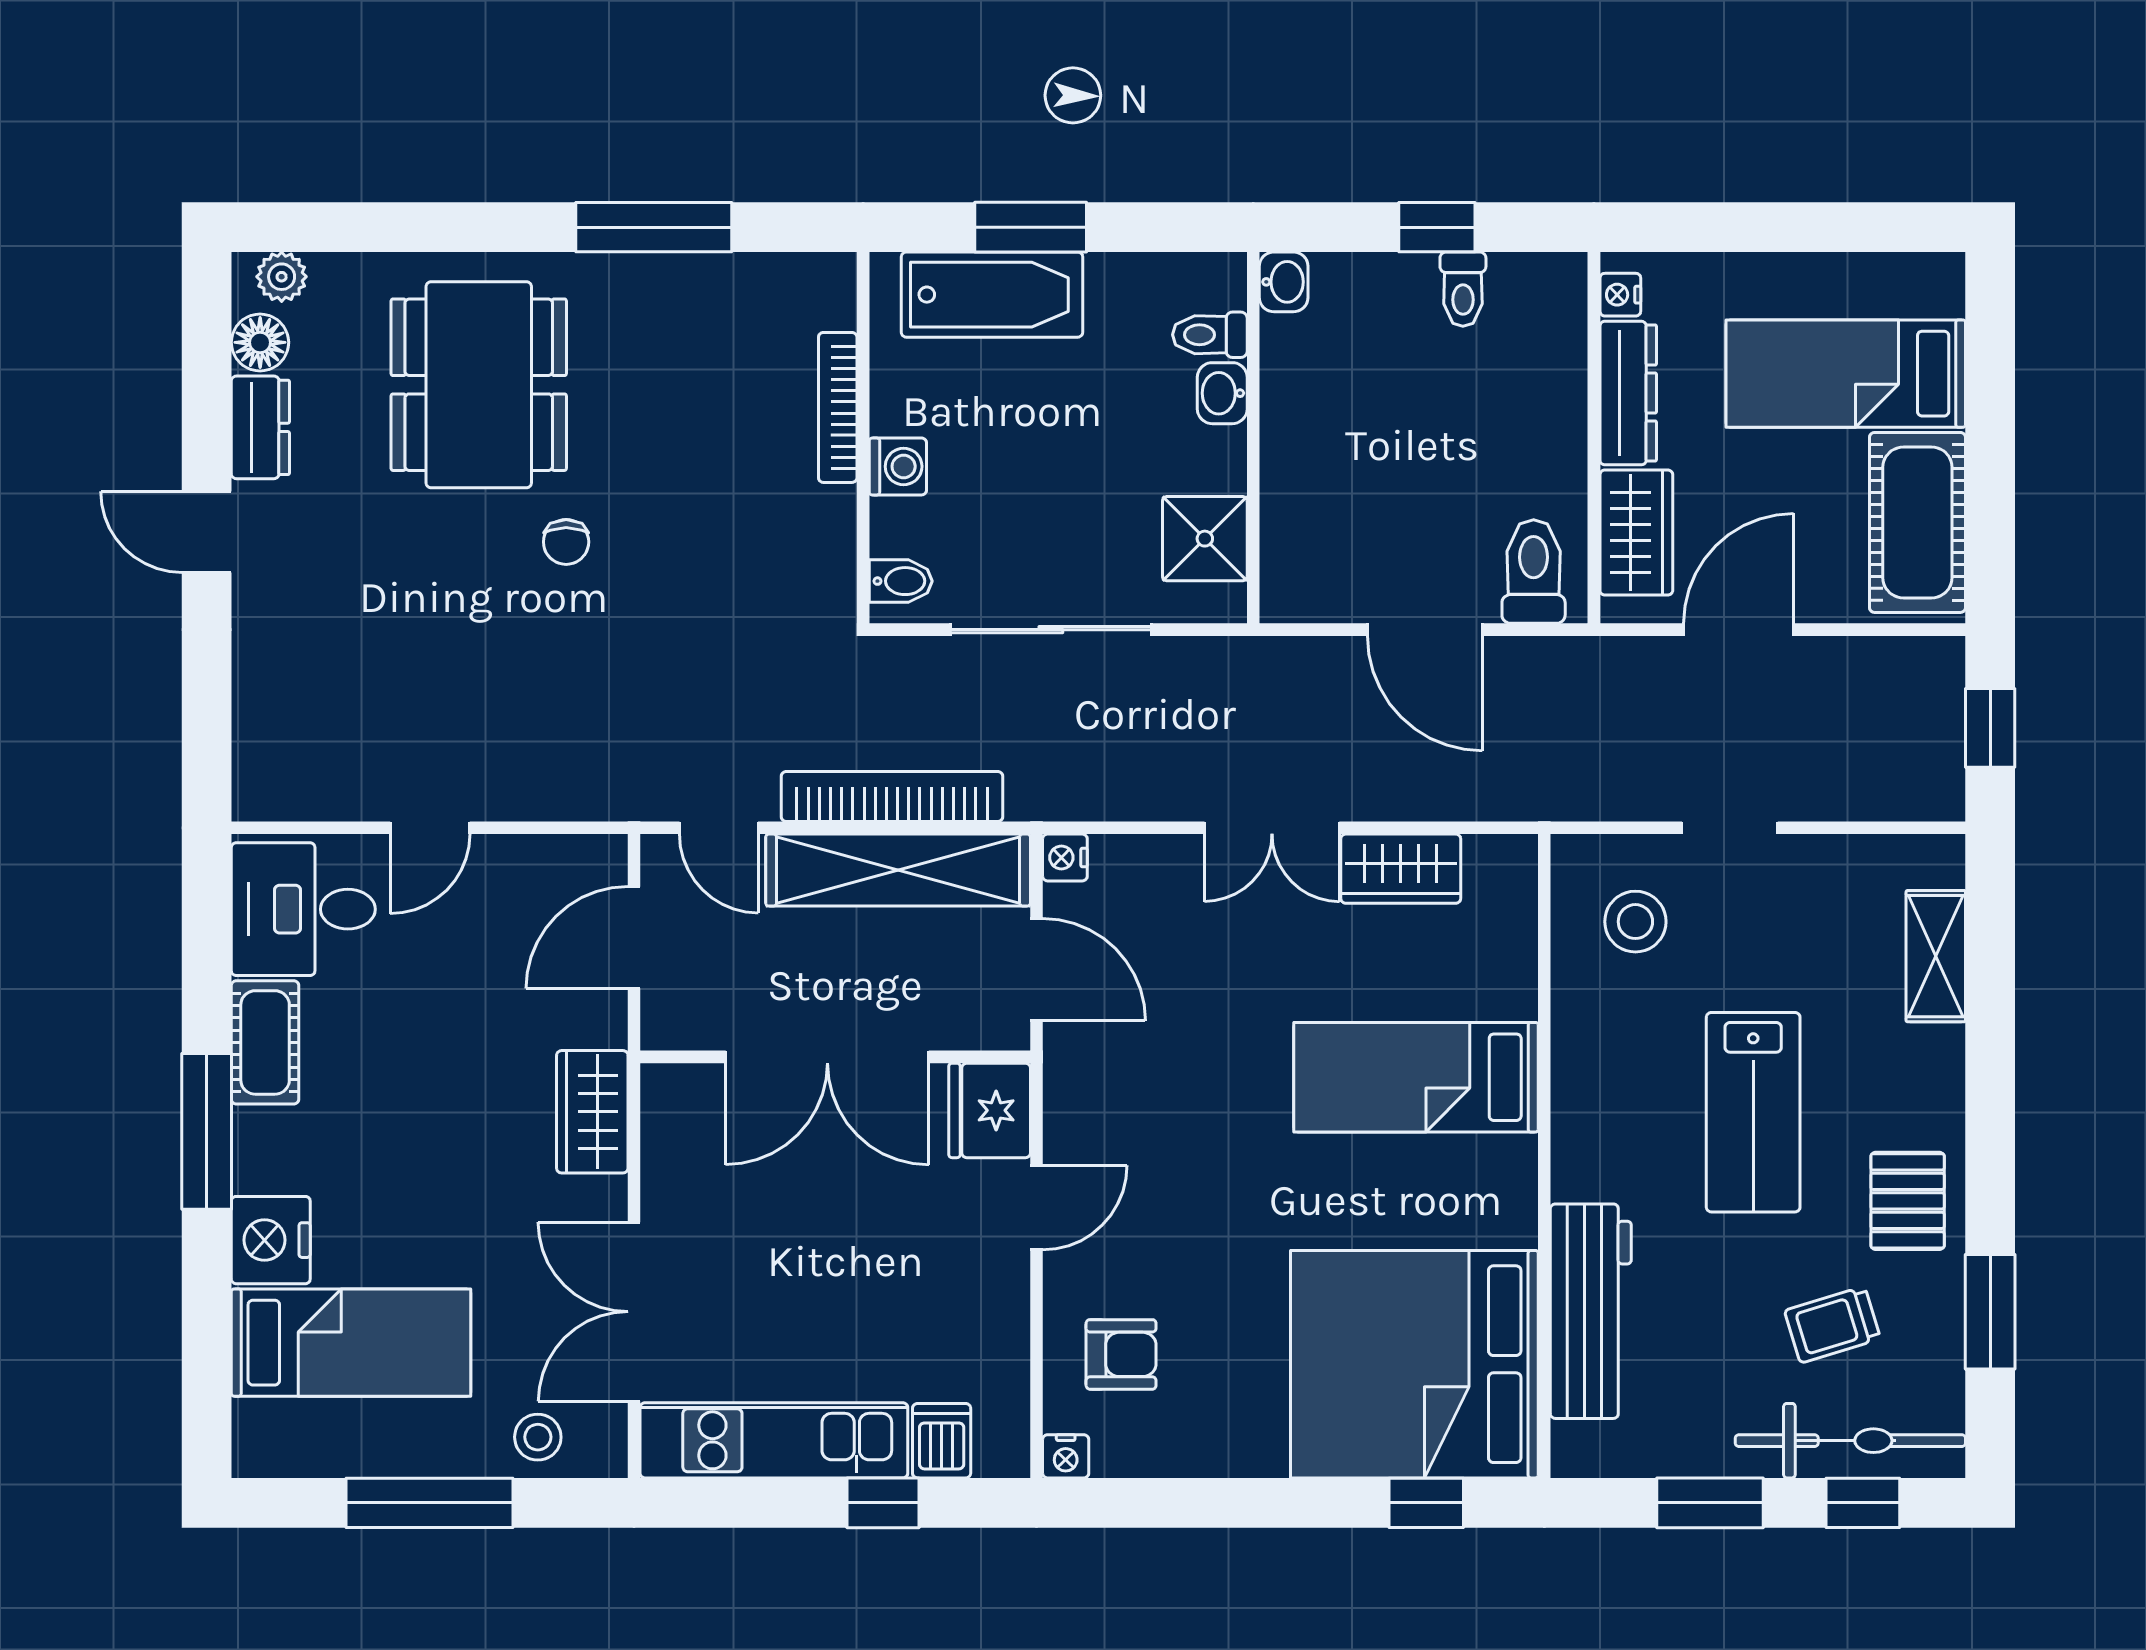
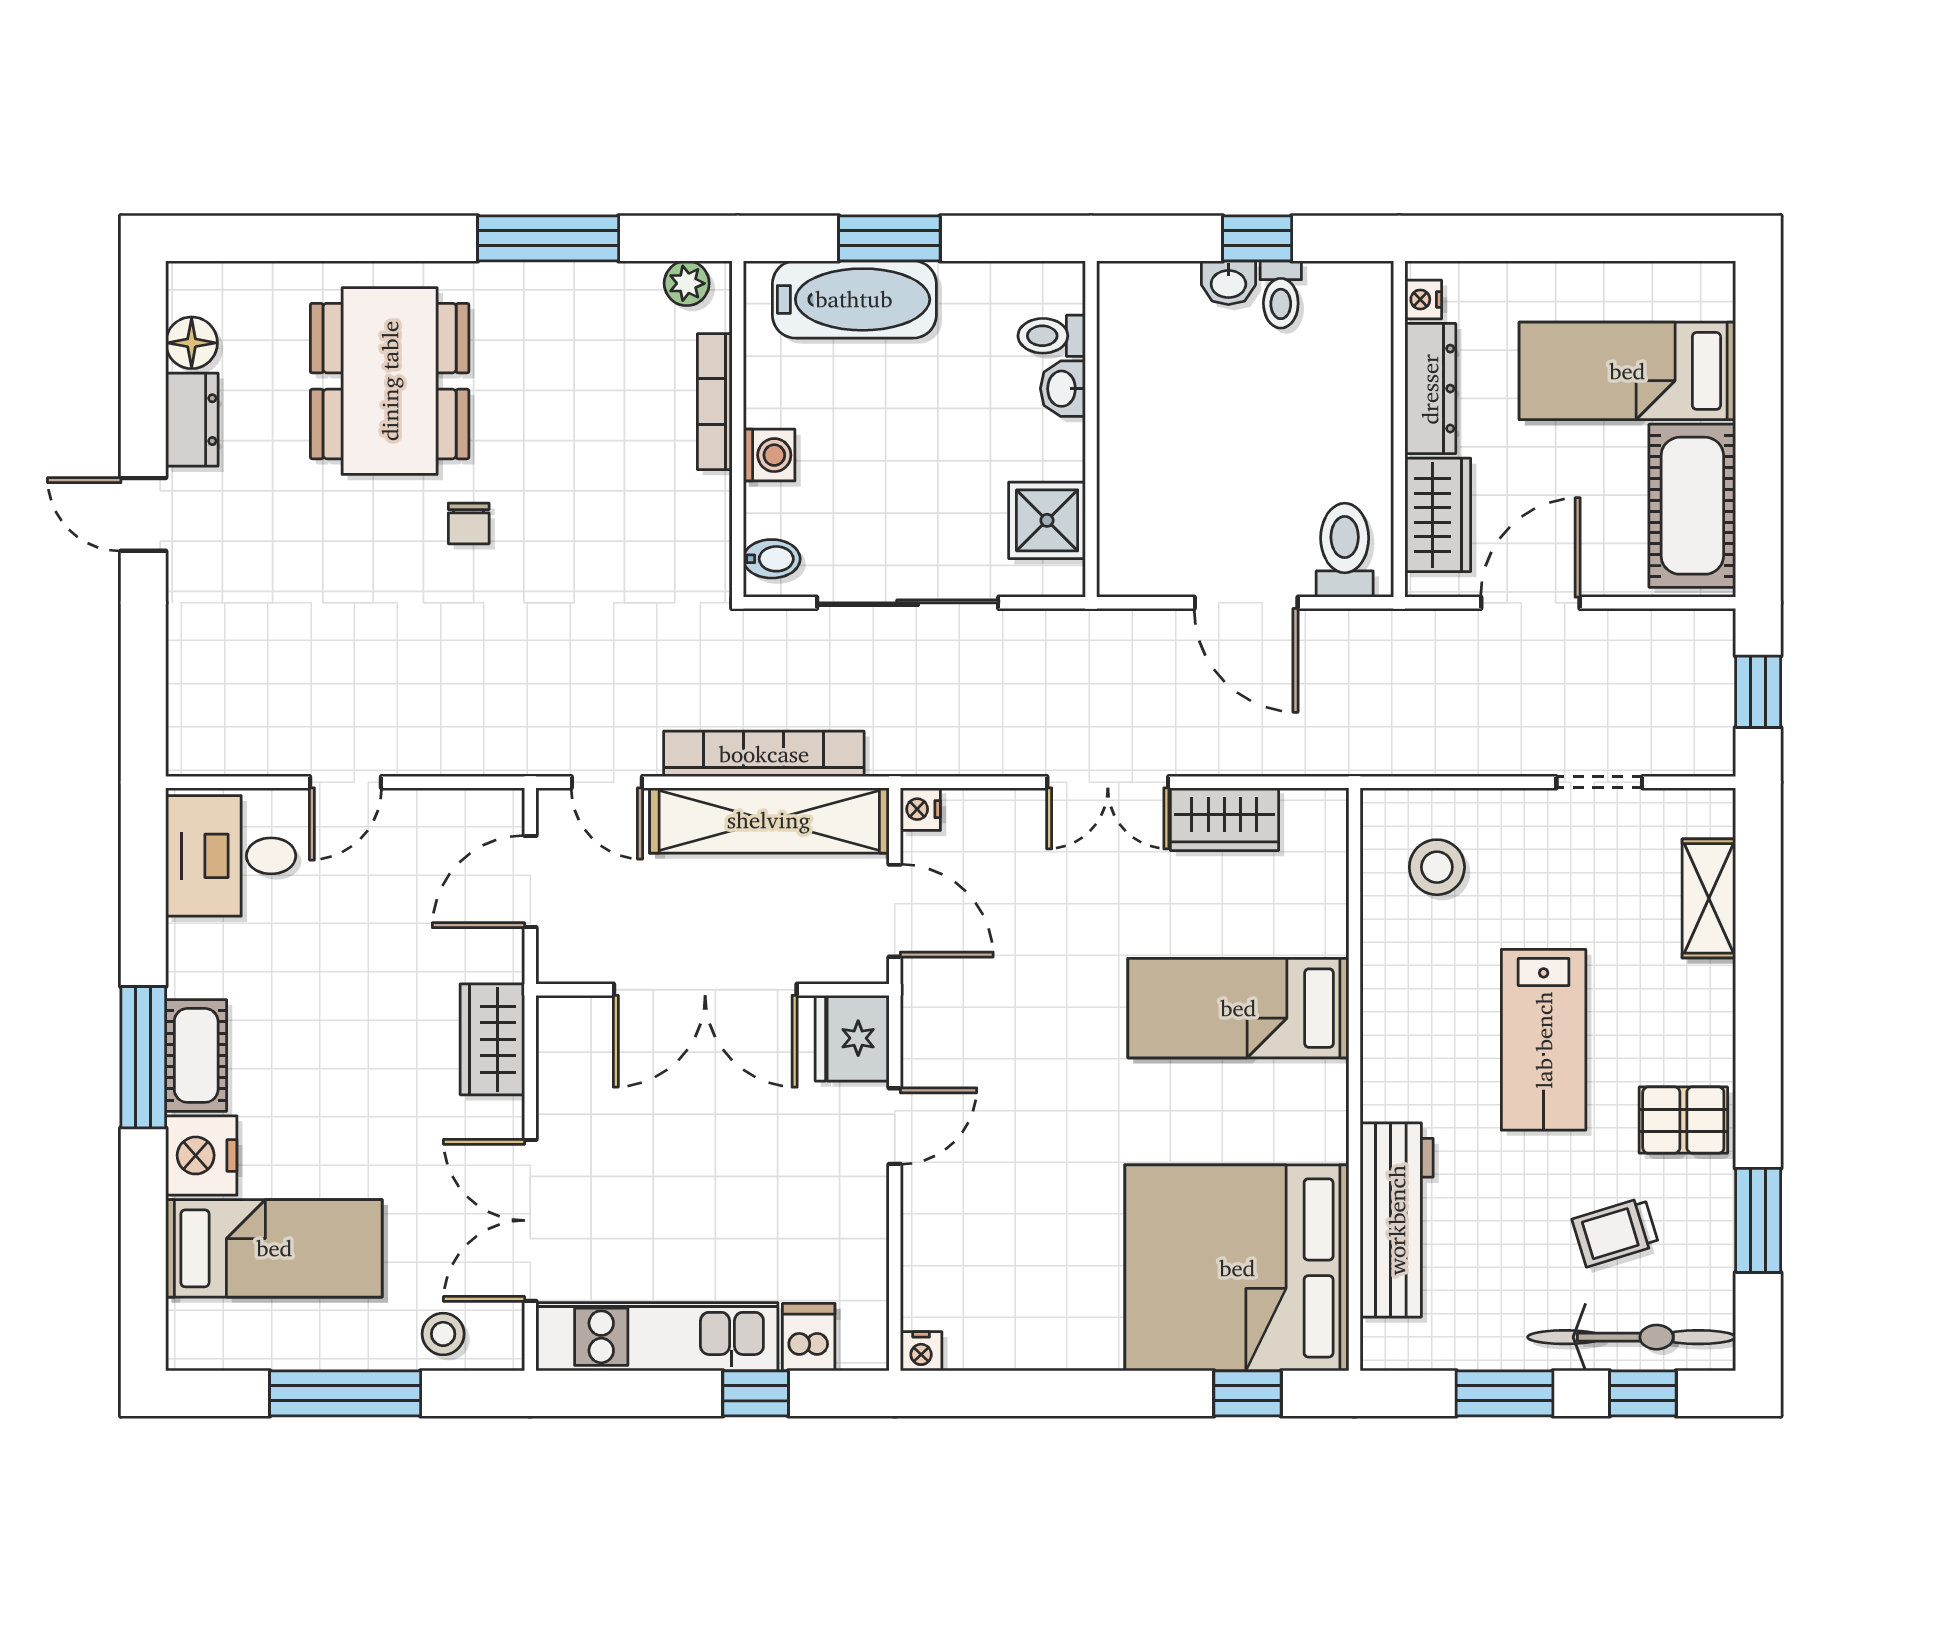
plant: (282, 277) -> (687, 283), moved
washbasin: (1284, 282) -> (1228, 283), moved, turned 90
doorway: (1730, 828) -> (1599, 782), moved
cot: (265, 1042) -> (196, 1055), moved
pallet: (1908, 1201) -> (1683, 1120), turned 90
armchair: (1121, 1354) -> (971, 1259), removed

